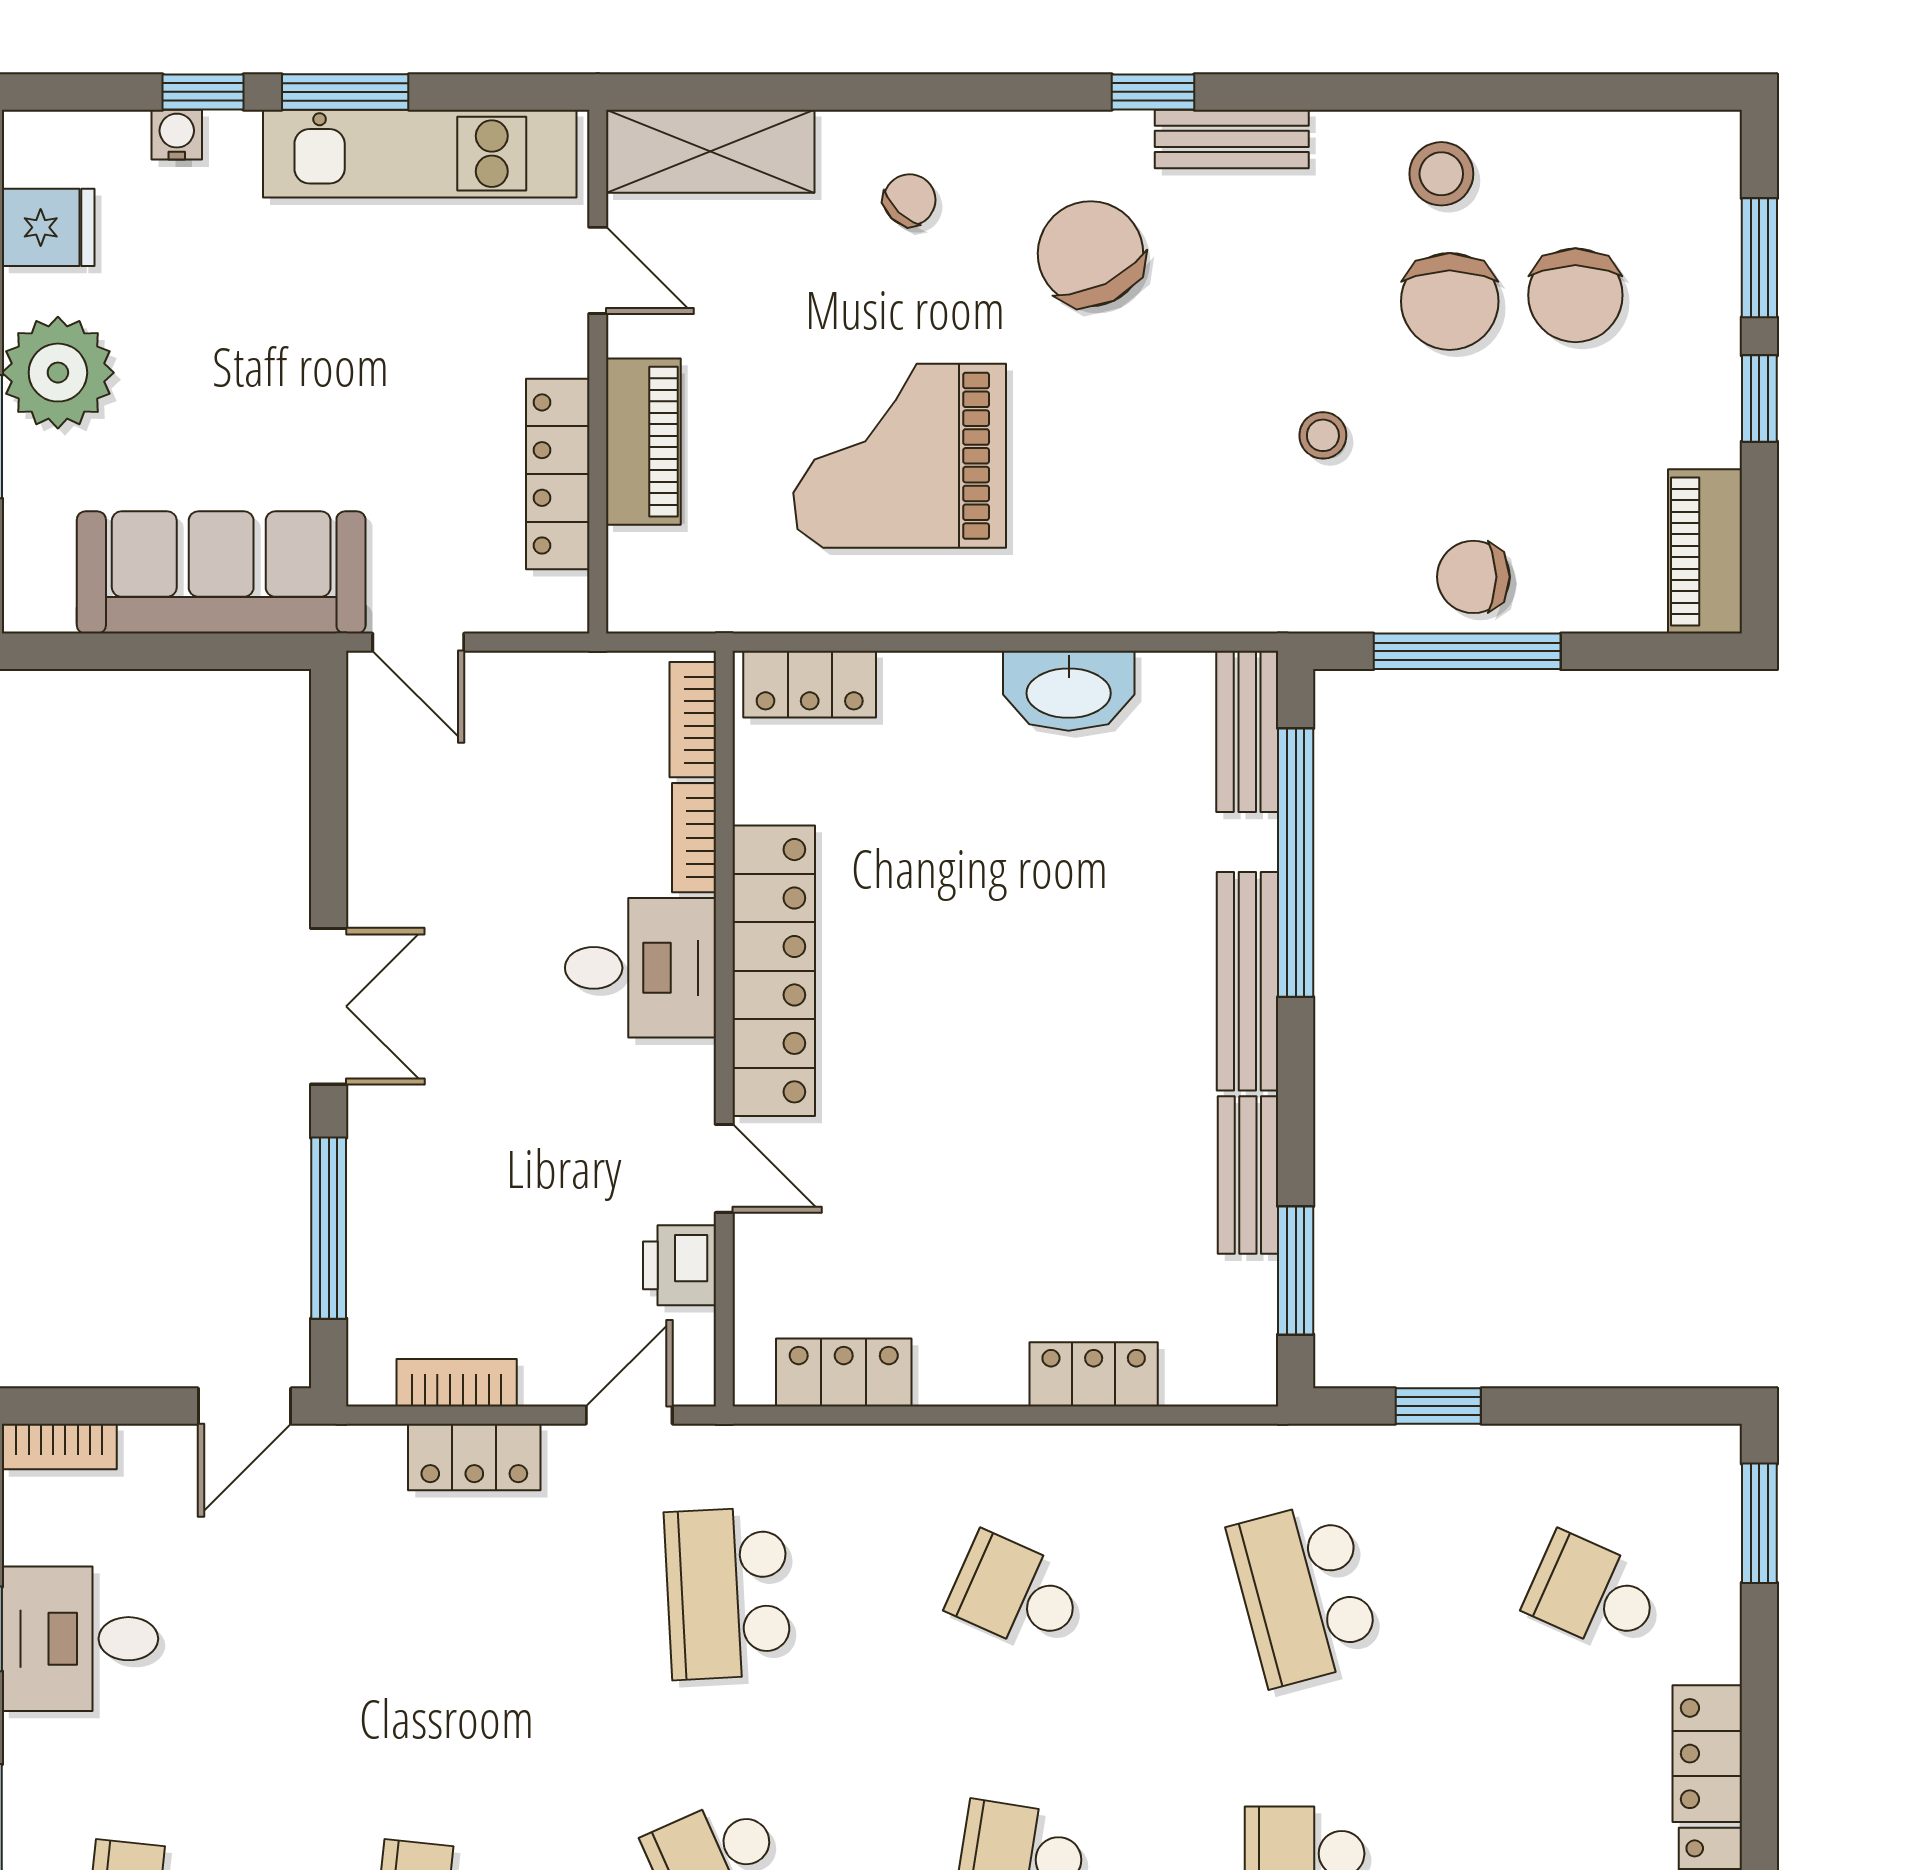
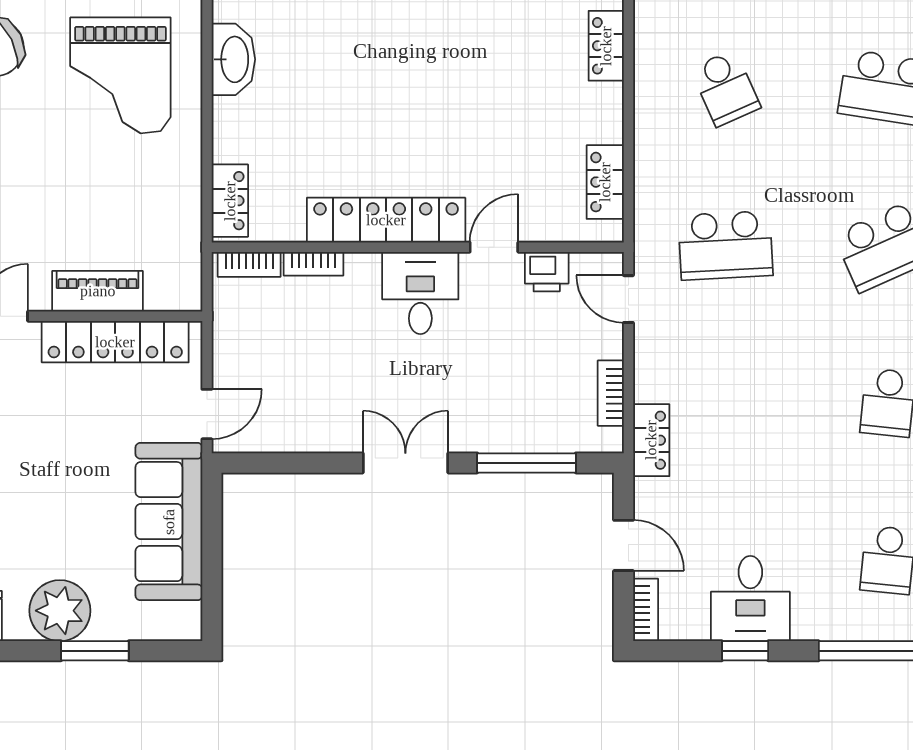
grand piano: (900, 456) -> (120, 75), moved
locker: (558, 474) -> (115, 342), width x1.41, depth x1.21
desk: (640, 968) -> (420, 293), moved
door: (245, 1406) -> (623, 545), moved
locker: (474, 1457) -> (651, 440), moved
school desk: (1016, 1593) -> (726, 88), turned -48

